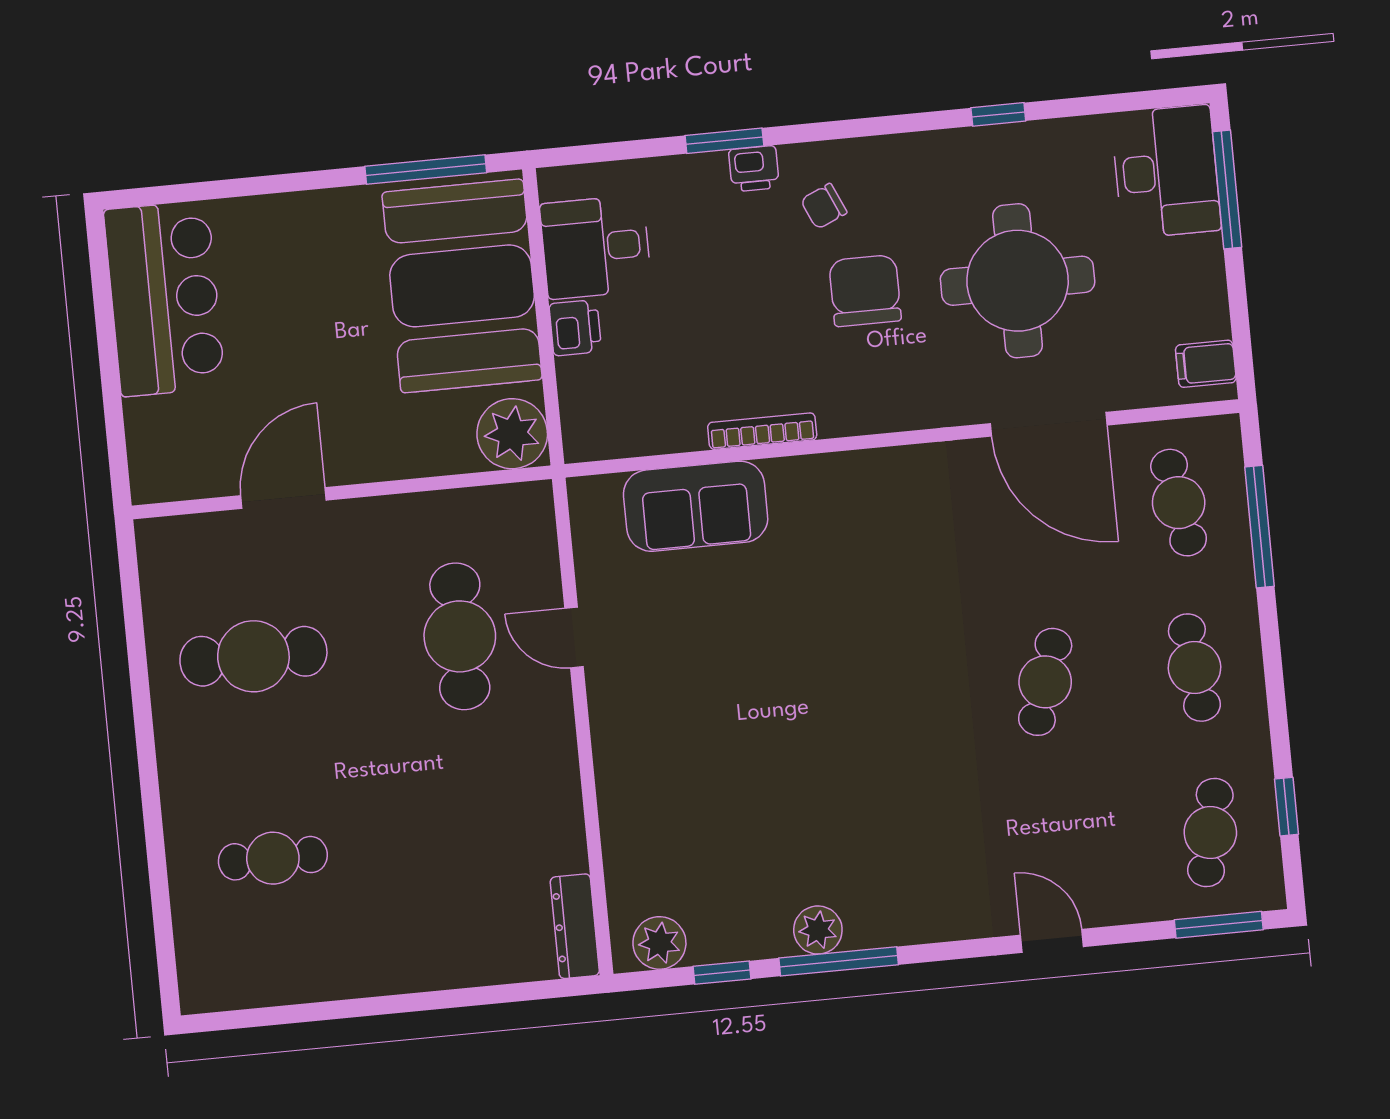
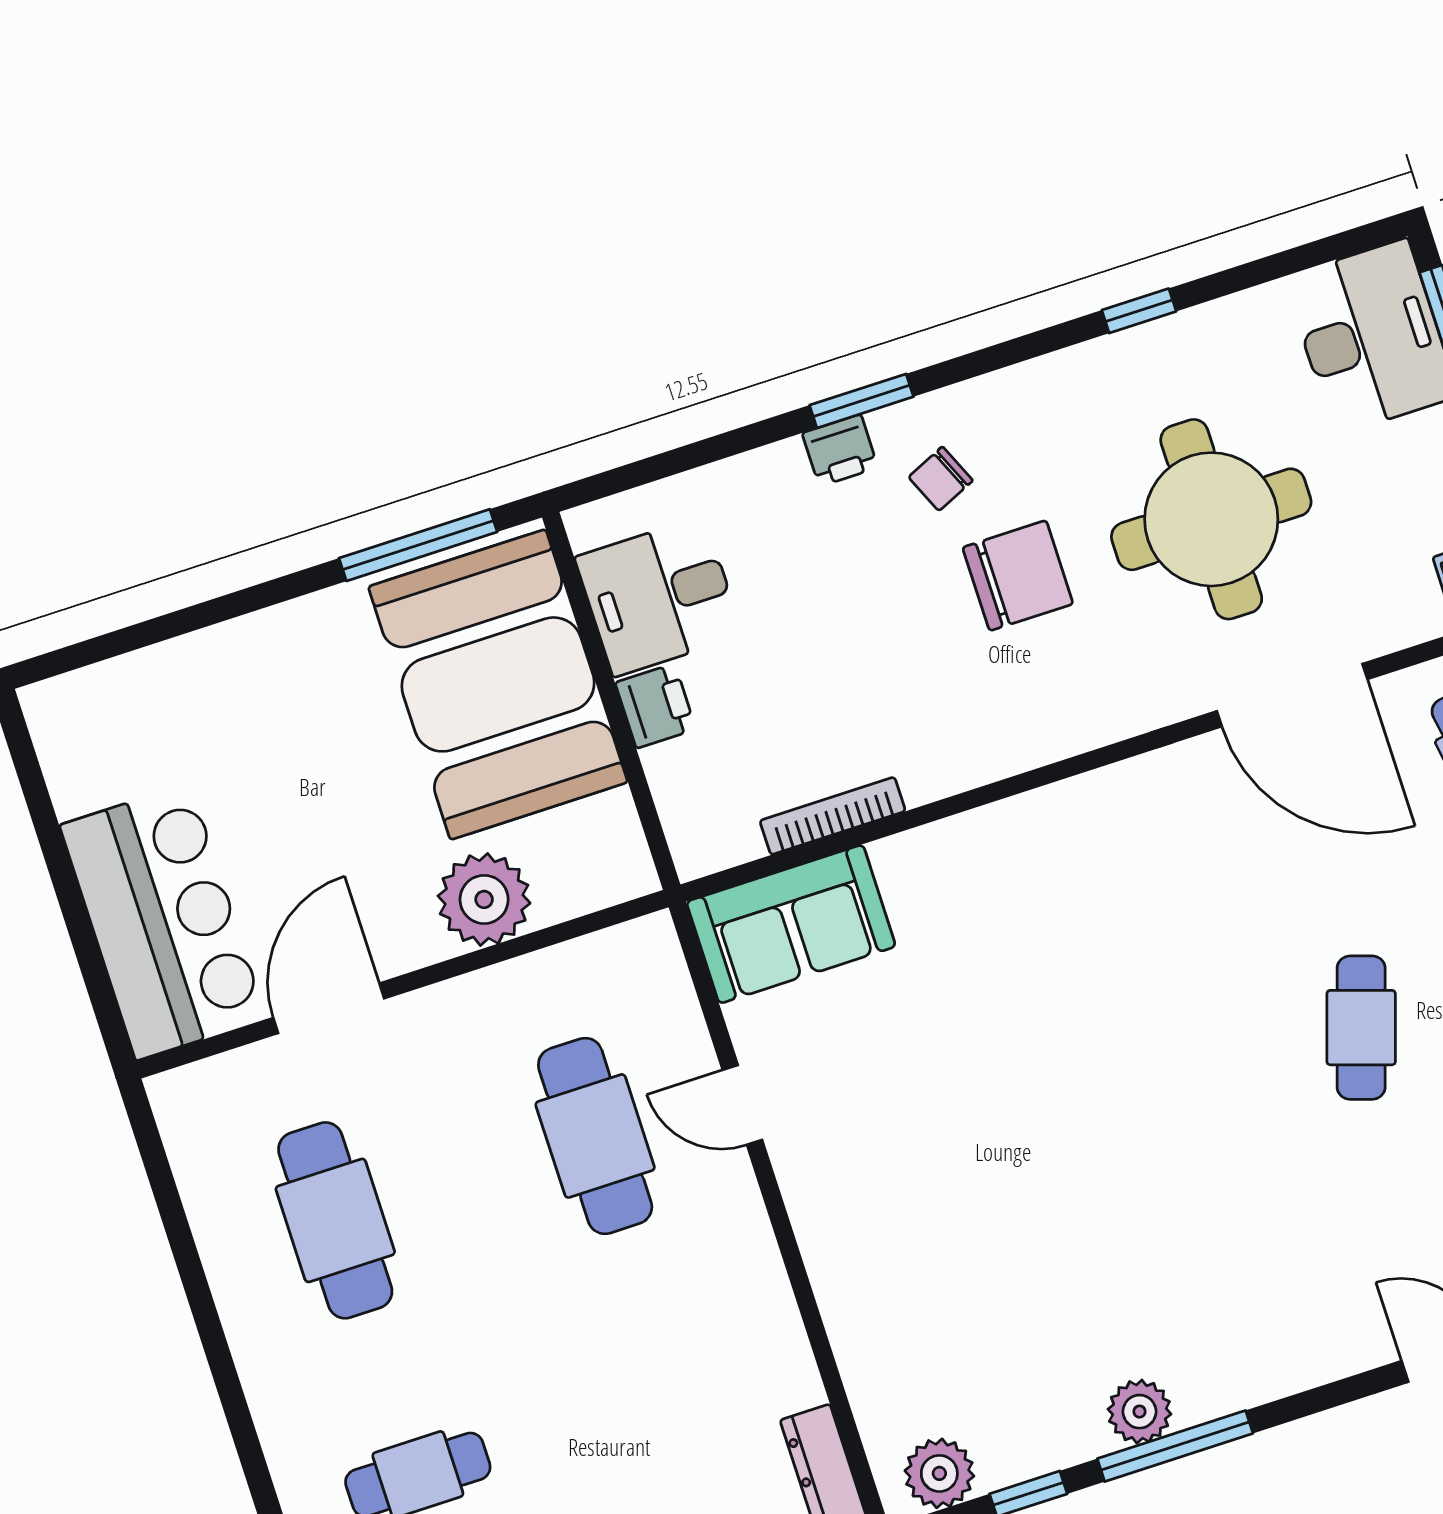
window: (724, 141) -> (862, 401), moved
chair: (865, 291) -> (1018, 576), turned 90
bar counter: (164, 299) -> (163, 922), moved
bookcase: (762, 431) -> (833, 816), moved
plant: (512, 434) -> (484, 899), moved
sofa: (696, 506) -> (791, 924), moved
cafe table: (253, 656) -> (335, 1220), turned 90

